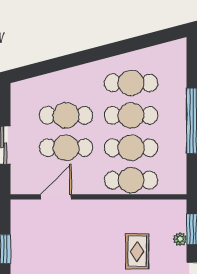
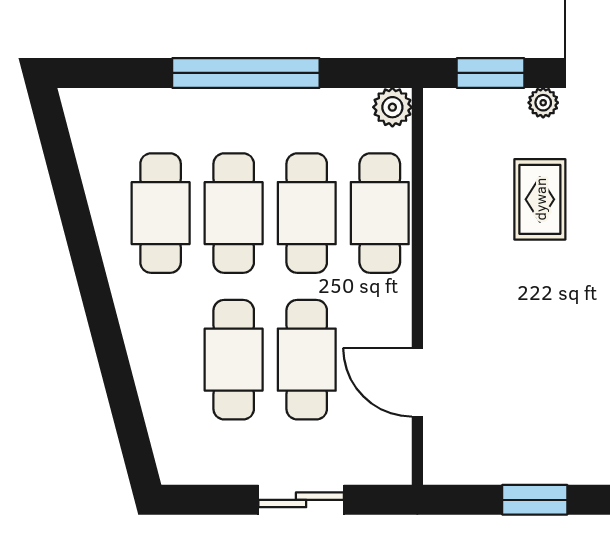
plant: (178, 186) -> (392, 107), added
plant: (180, 239) -> (543, 103), moved
rug: (137, 251) -> (540, 199), turned 90

